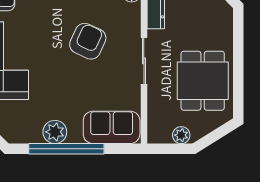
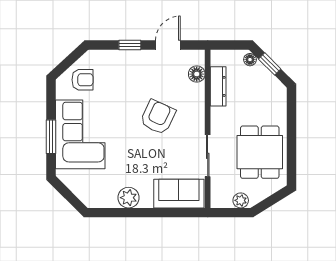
sliding door: (144, 61) -> (208, 156), moved
window: (66, 149) -> (139, 213), removed

